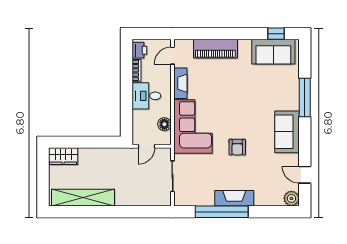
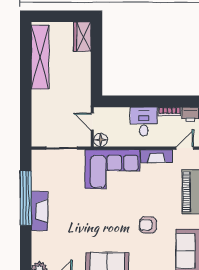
door: (172, 56) -> (185, 148), hinge flipped
floor lamp: (164, 124) -> (101, 140), moved
armchair: (237, 147) -> (148, 225), moved

